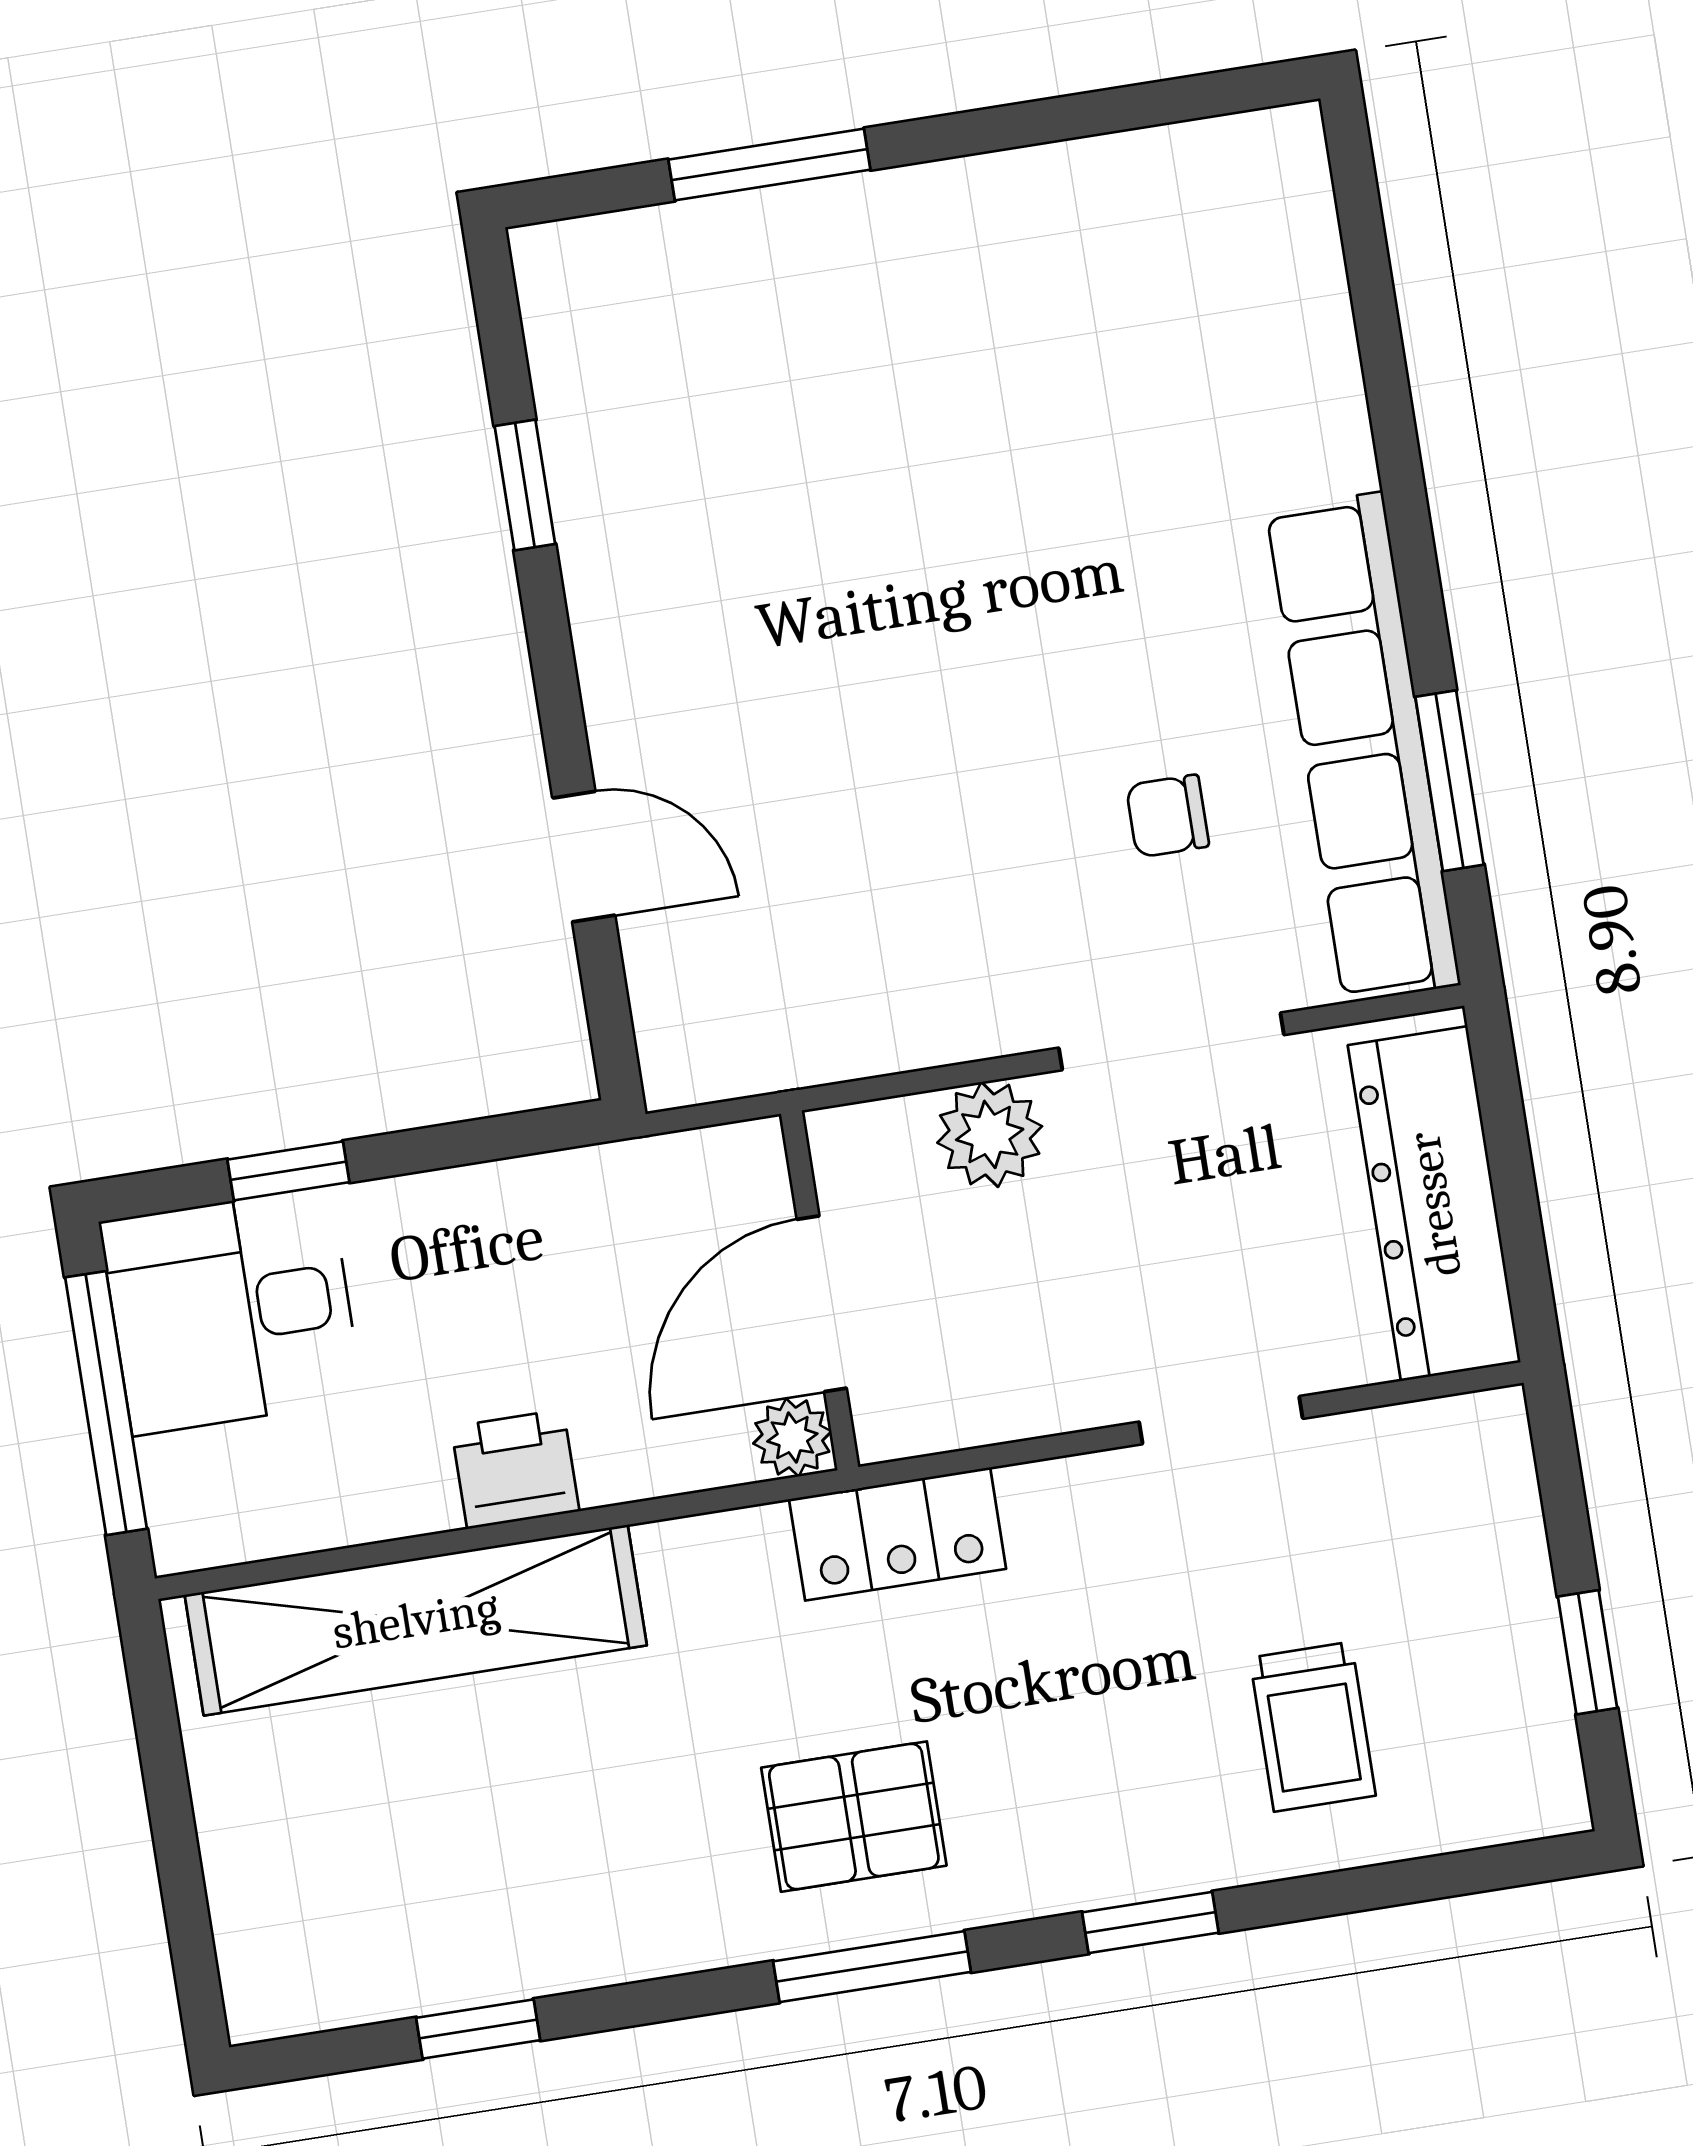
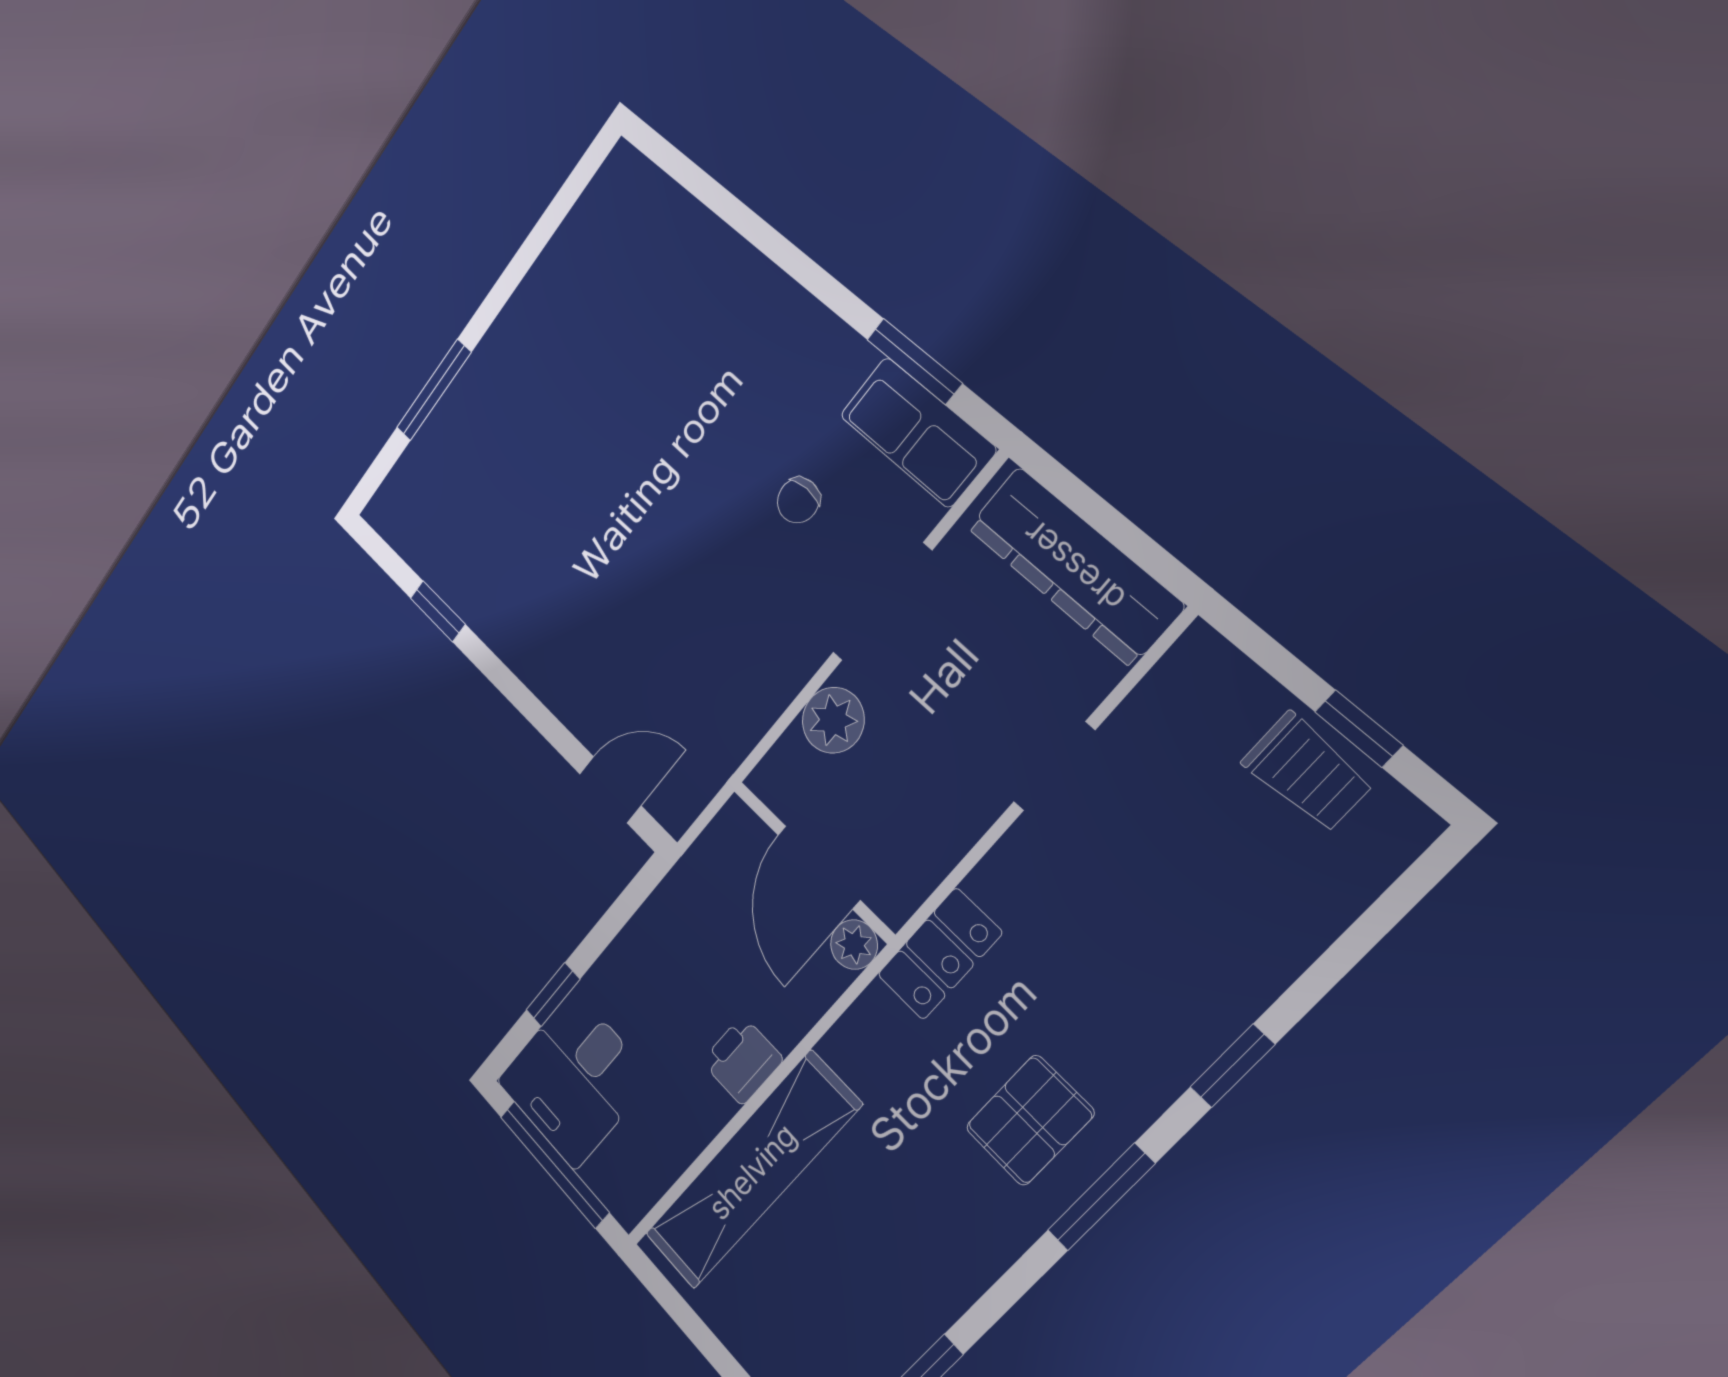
row of seats: (1363, 747) -> (918, 432), width x0.50
door: (584, 857) -> (610, 790), moved
trolley: (1313, 1727) -> (1307, 772), moved

